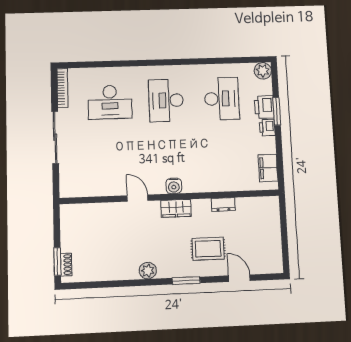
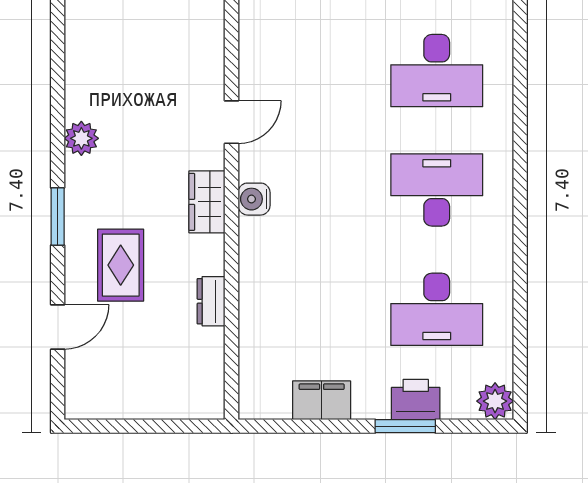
desk: (110, 102) -> (437, 71), turned -90
printer: (267, 128) -> (371, 403), removed
filing cabinet: (268, 168) -> (322, 400), moved

